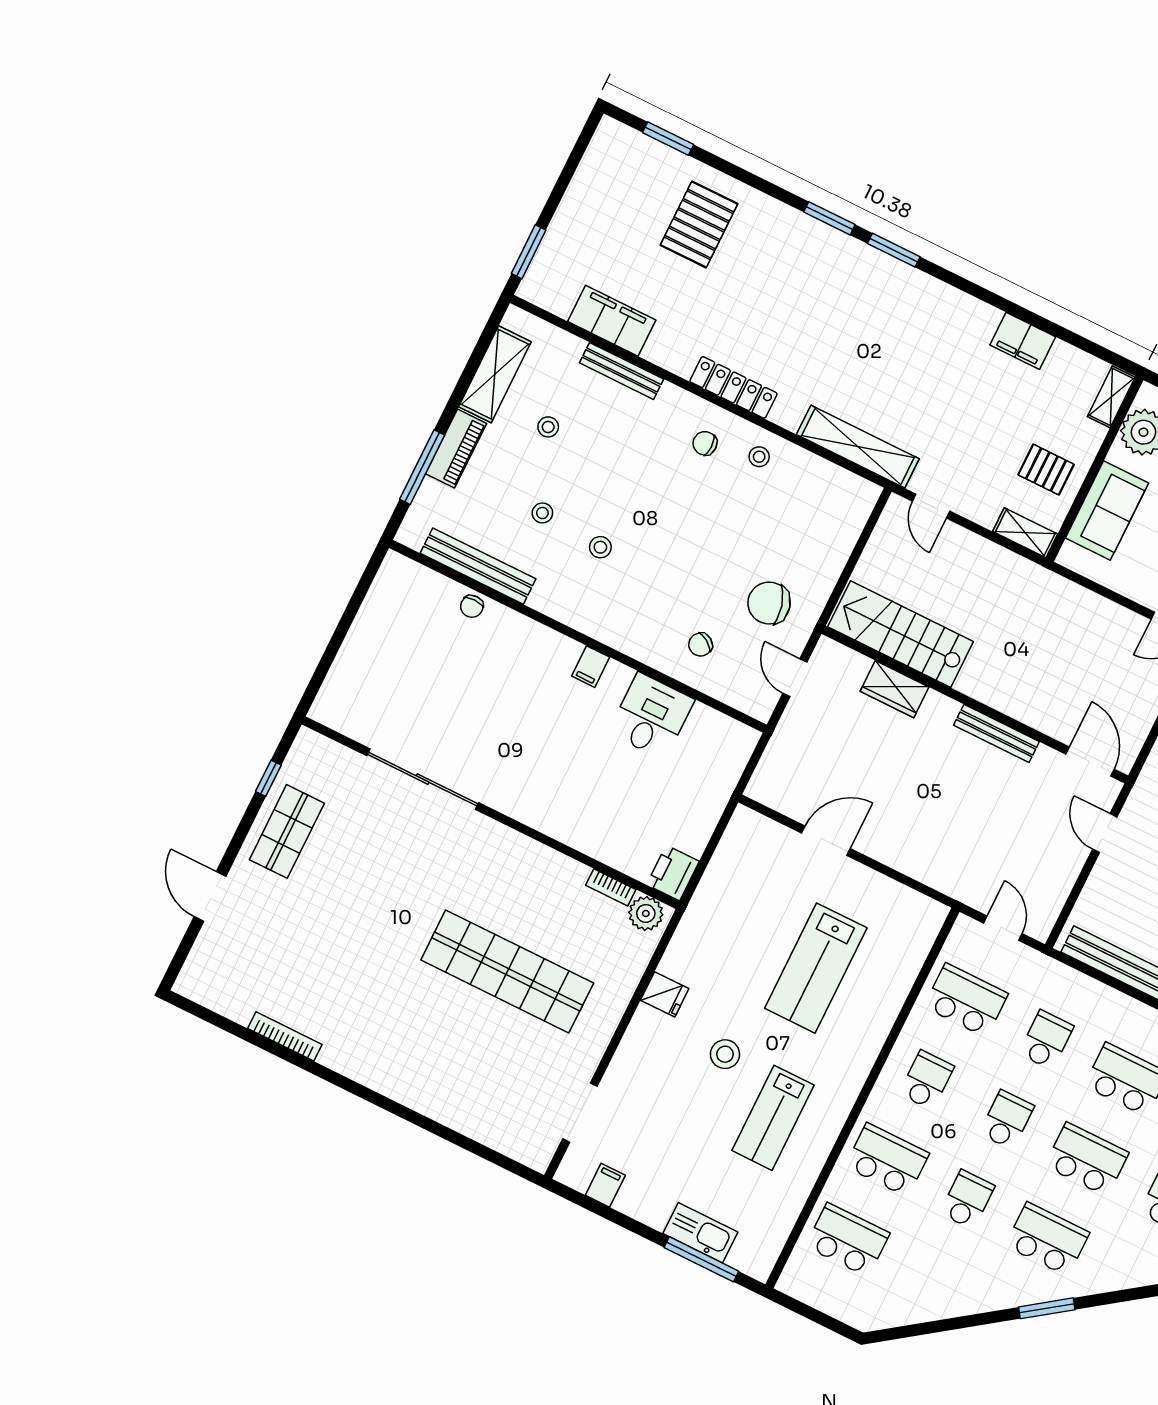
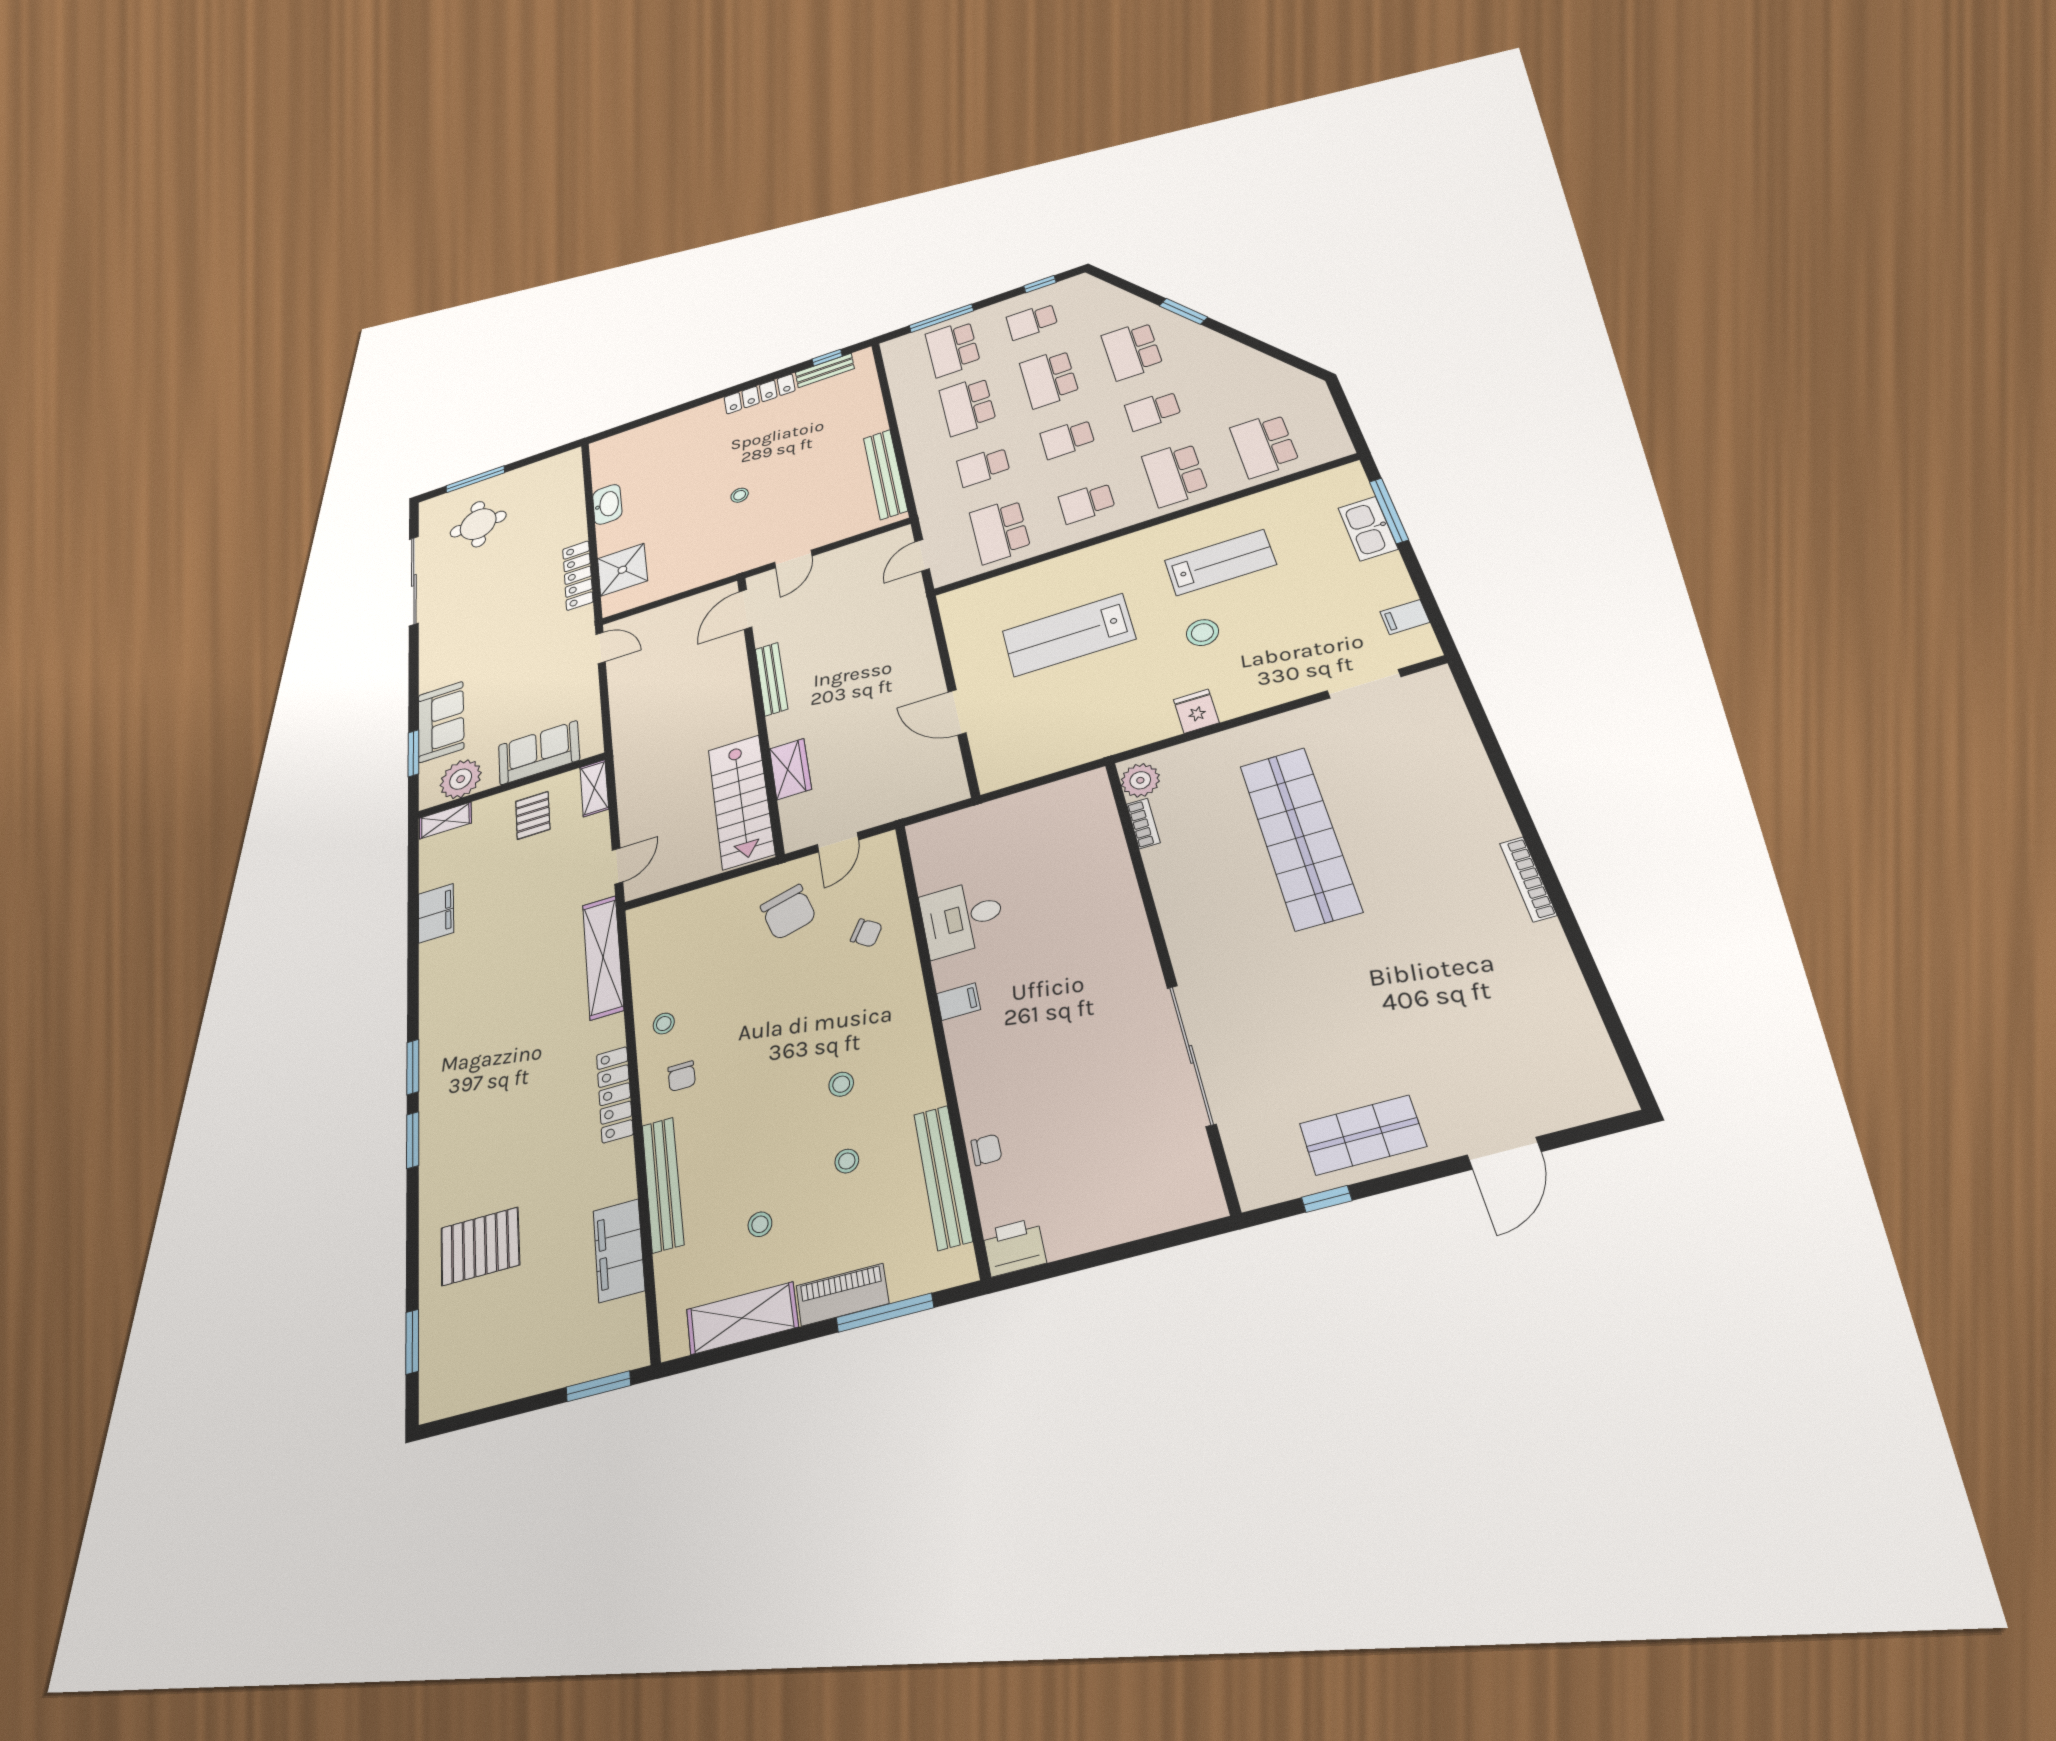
bench: (622, 371) -> (663, 1184), width x1.37, depth x1.21
printer: (673, 873) -> (1014, 1247), moved, turned 180
lab bench: (816, 968) -> (1069, 635), turned 180
bookcase: (285, 1036) -> (1528, 879), moved

